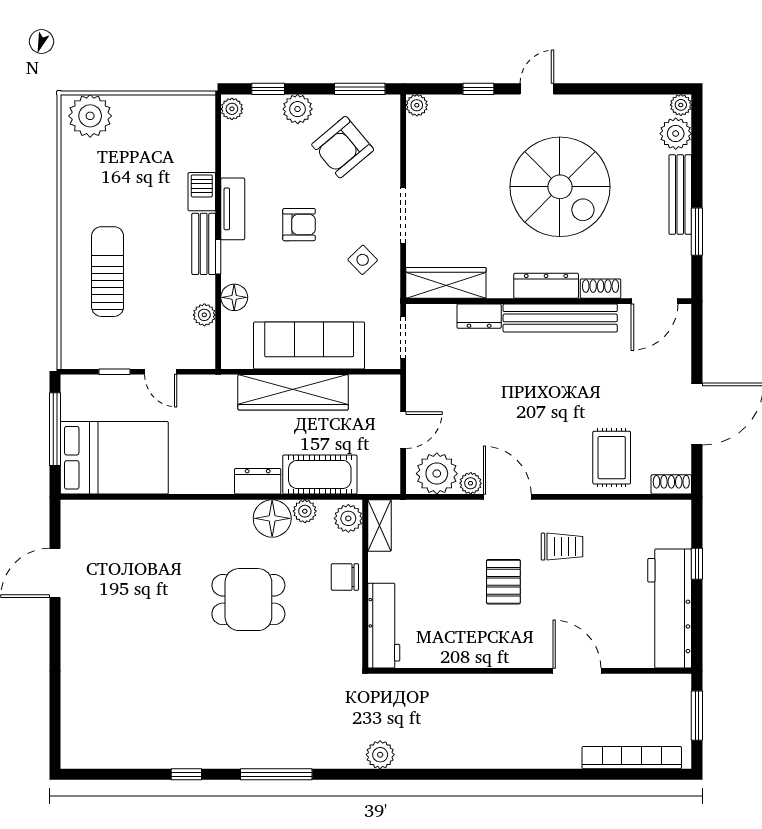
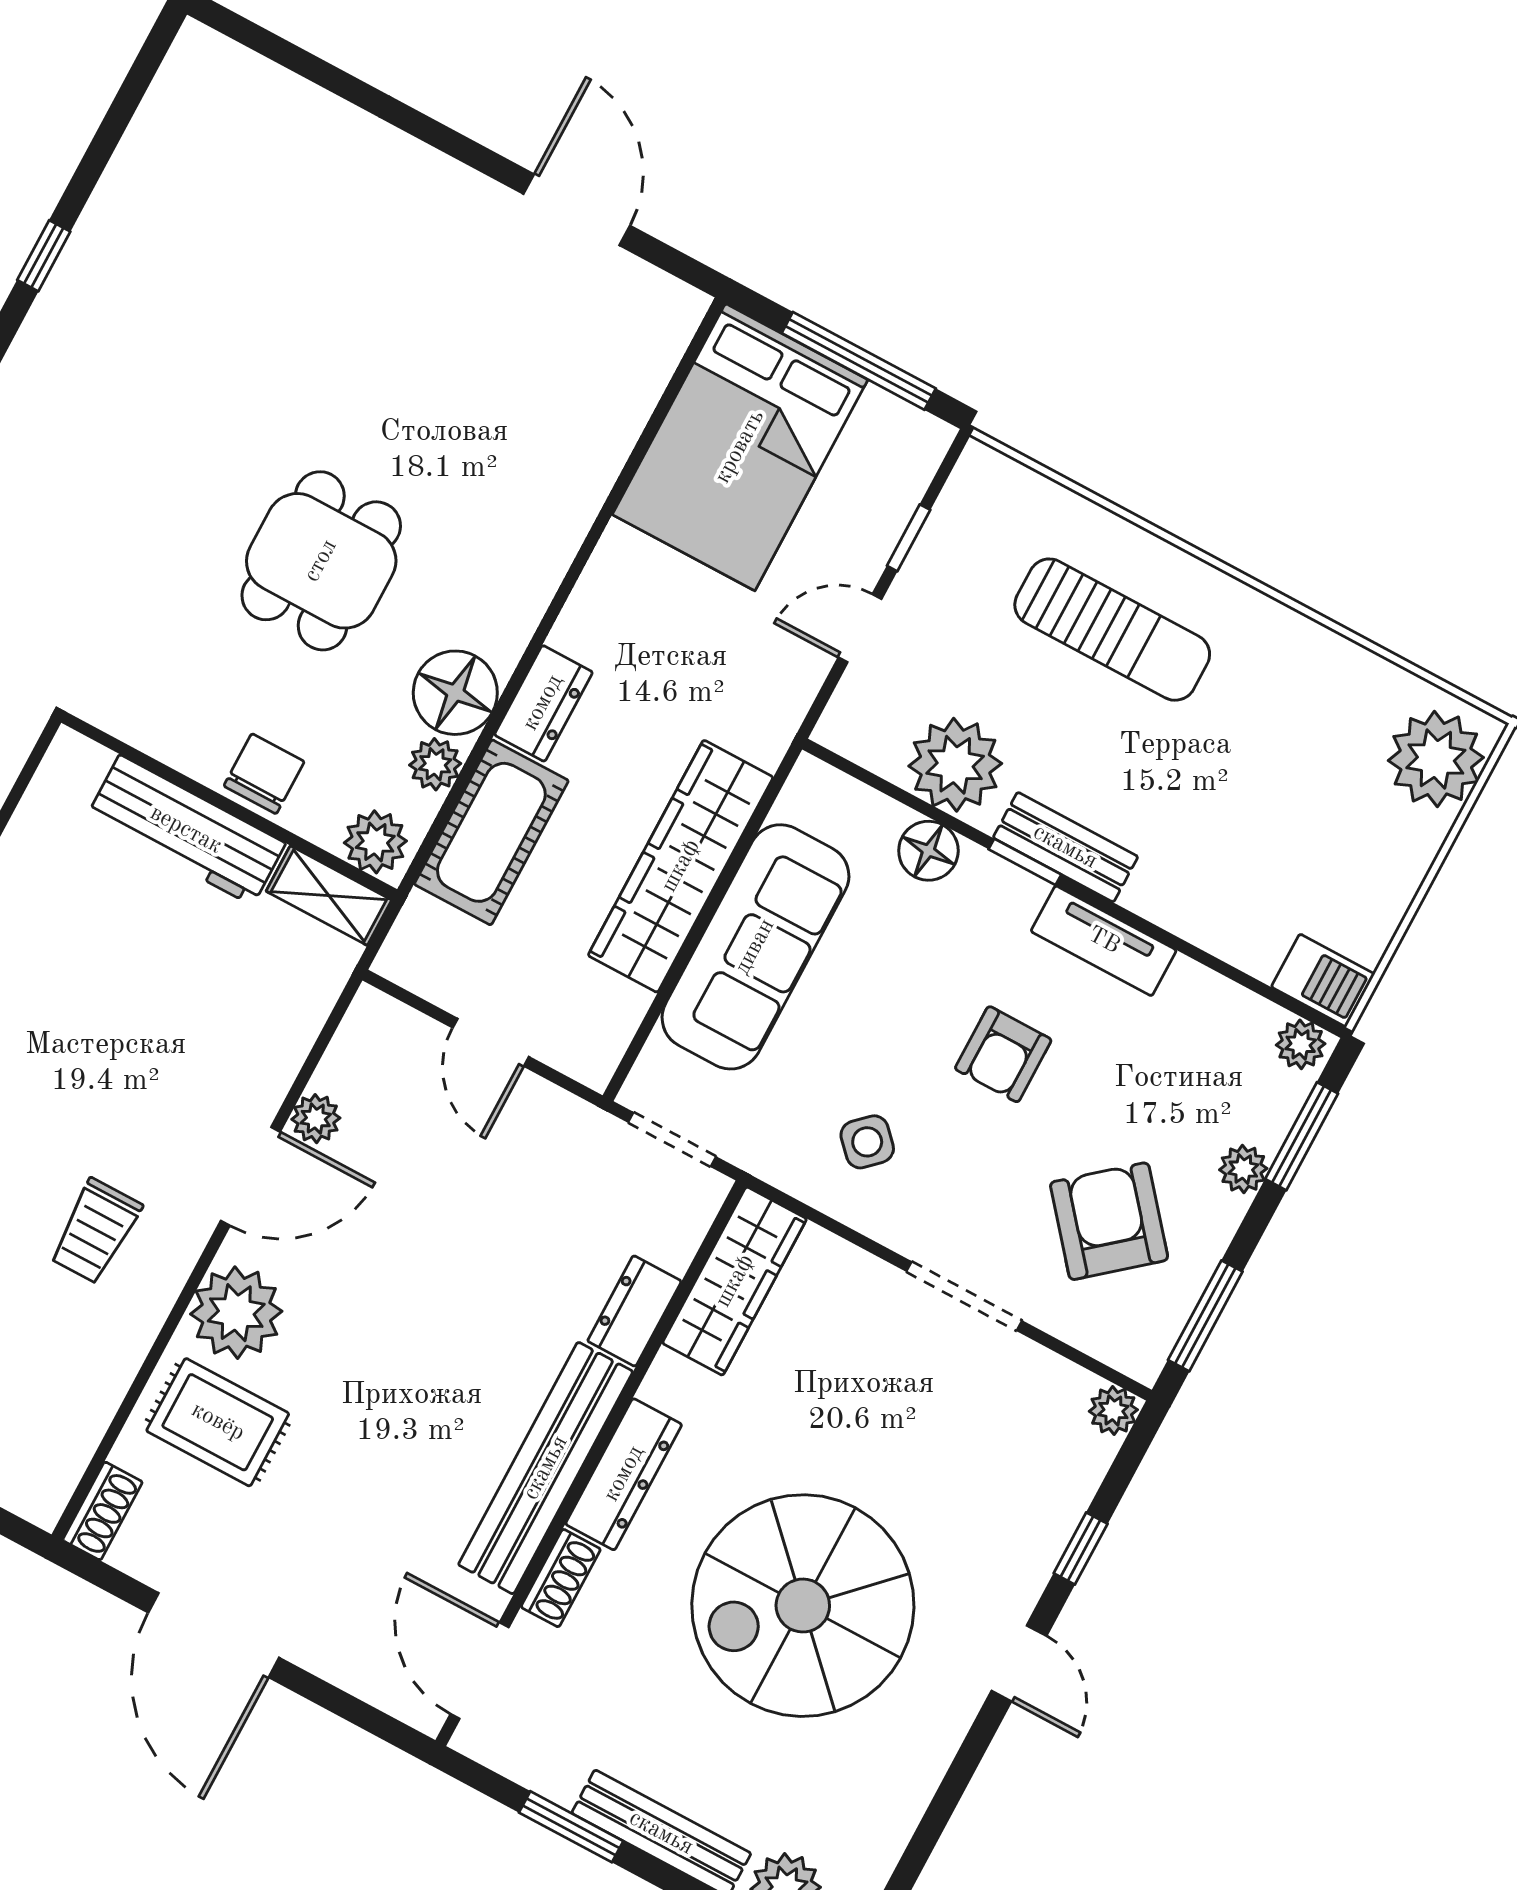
window: (268, 89) -> (1302, 1136), width x1.50
plant: (298, 109) -> (1243, 1169), width x0.73, depth x0.73
barbecue: (202, 192) -> (1323, 980), moved
doorway: (403, 215) -> (964, 1296), moved
plant: (204, 315) -> (955, 765), width x1.87, depth x1.87
plant: (437, 474) -> (236, 1313), moved
pallet: (503, 582) -> (88, 1079), removed
workbench: (384, 626) -> (186, 830), moved

